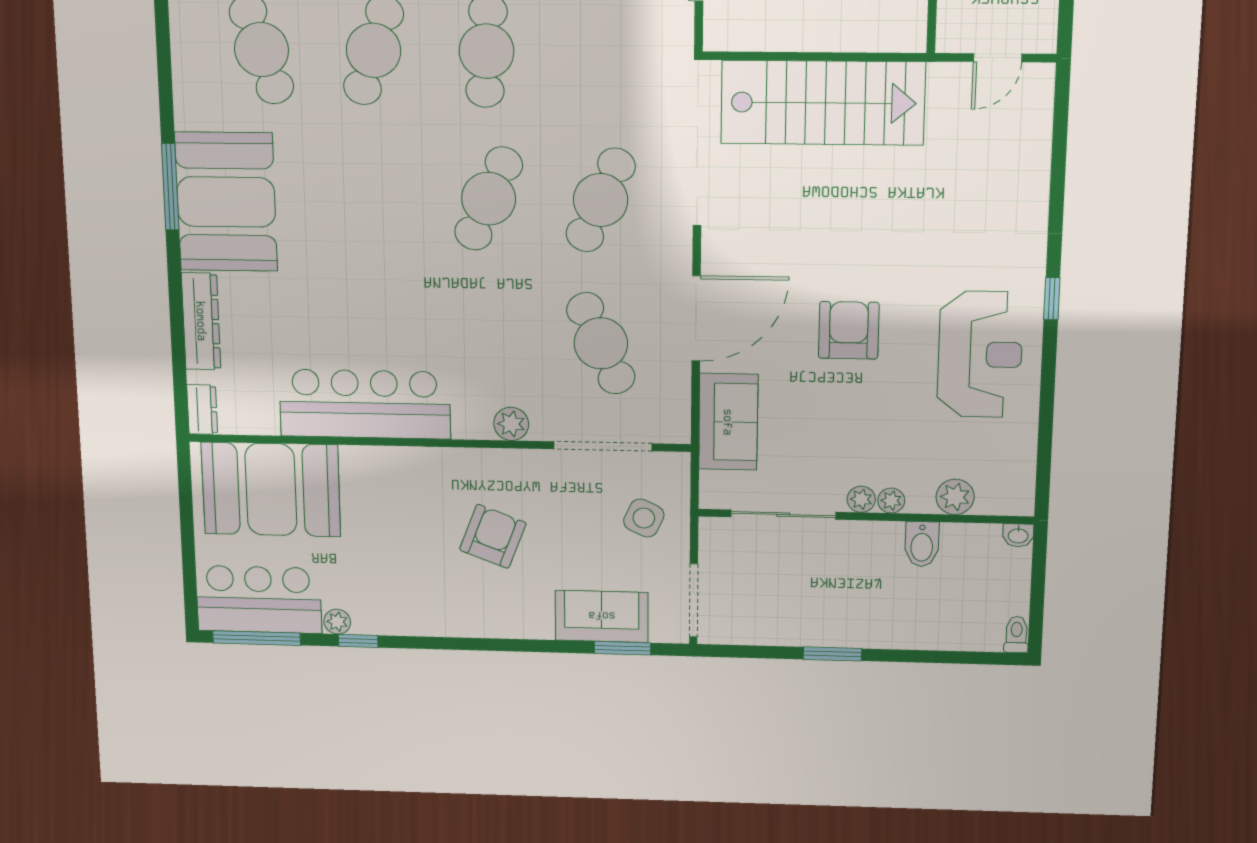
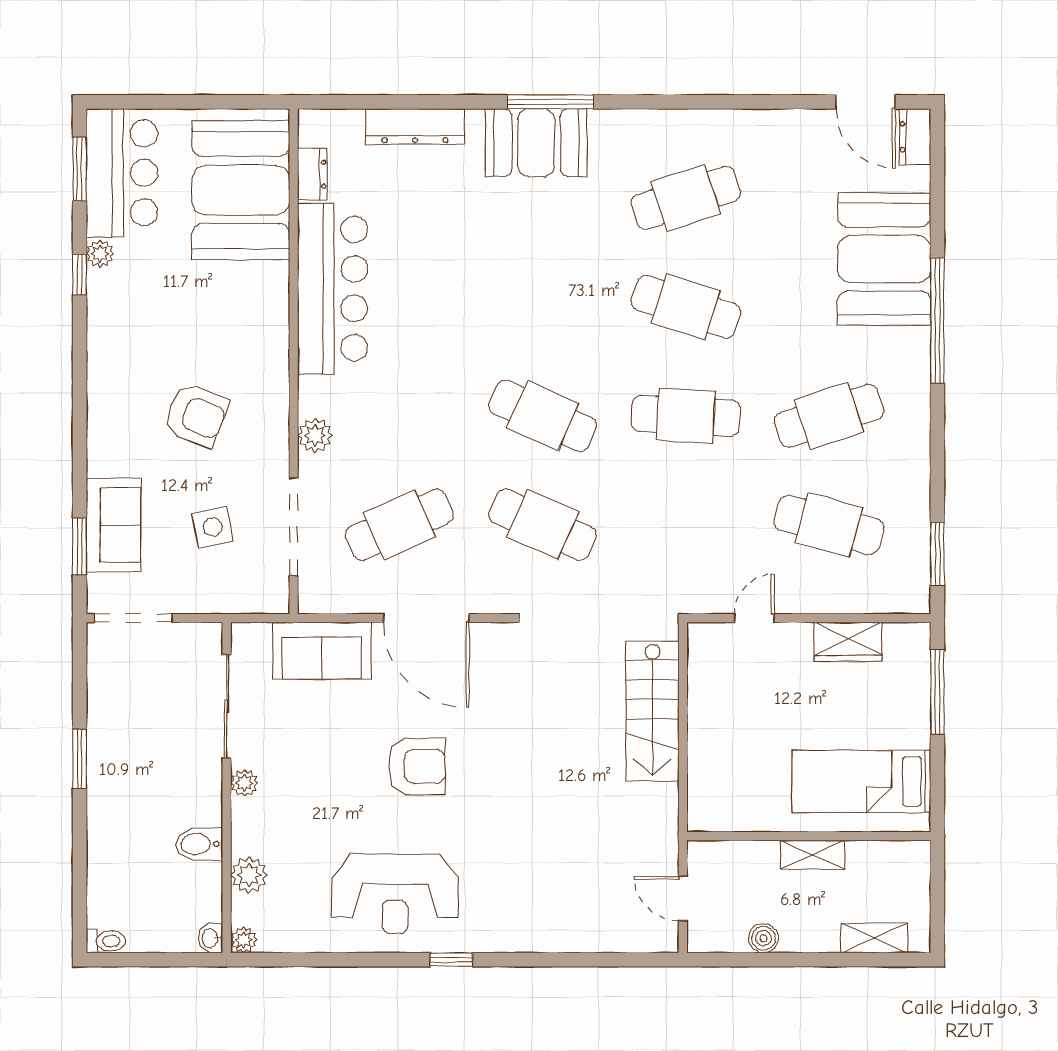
stairs: (823, 103) -> (652, 711), width x0.73, depth x0.66
booth: (226, 202) -> (536, 143), width x0.73, depth x0.70
dresser: (202, 409) -> (312, 174), moved, turned -90
plant: (891, 501) -> (244, 940), moved
side table: (644, 518) -> (213, 527), moved, turned -37
window: (257, 638) -> (80, 169), width x0.69

